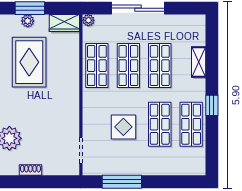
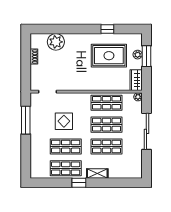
shelving: (199, 62) -> (97, 174), moved

